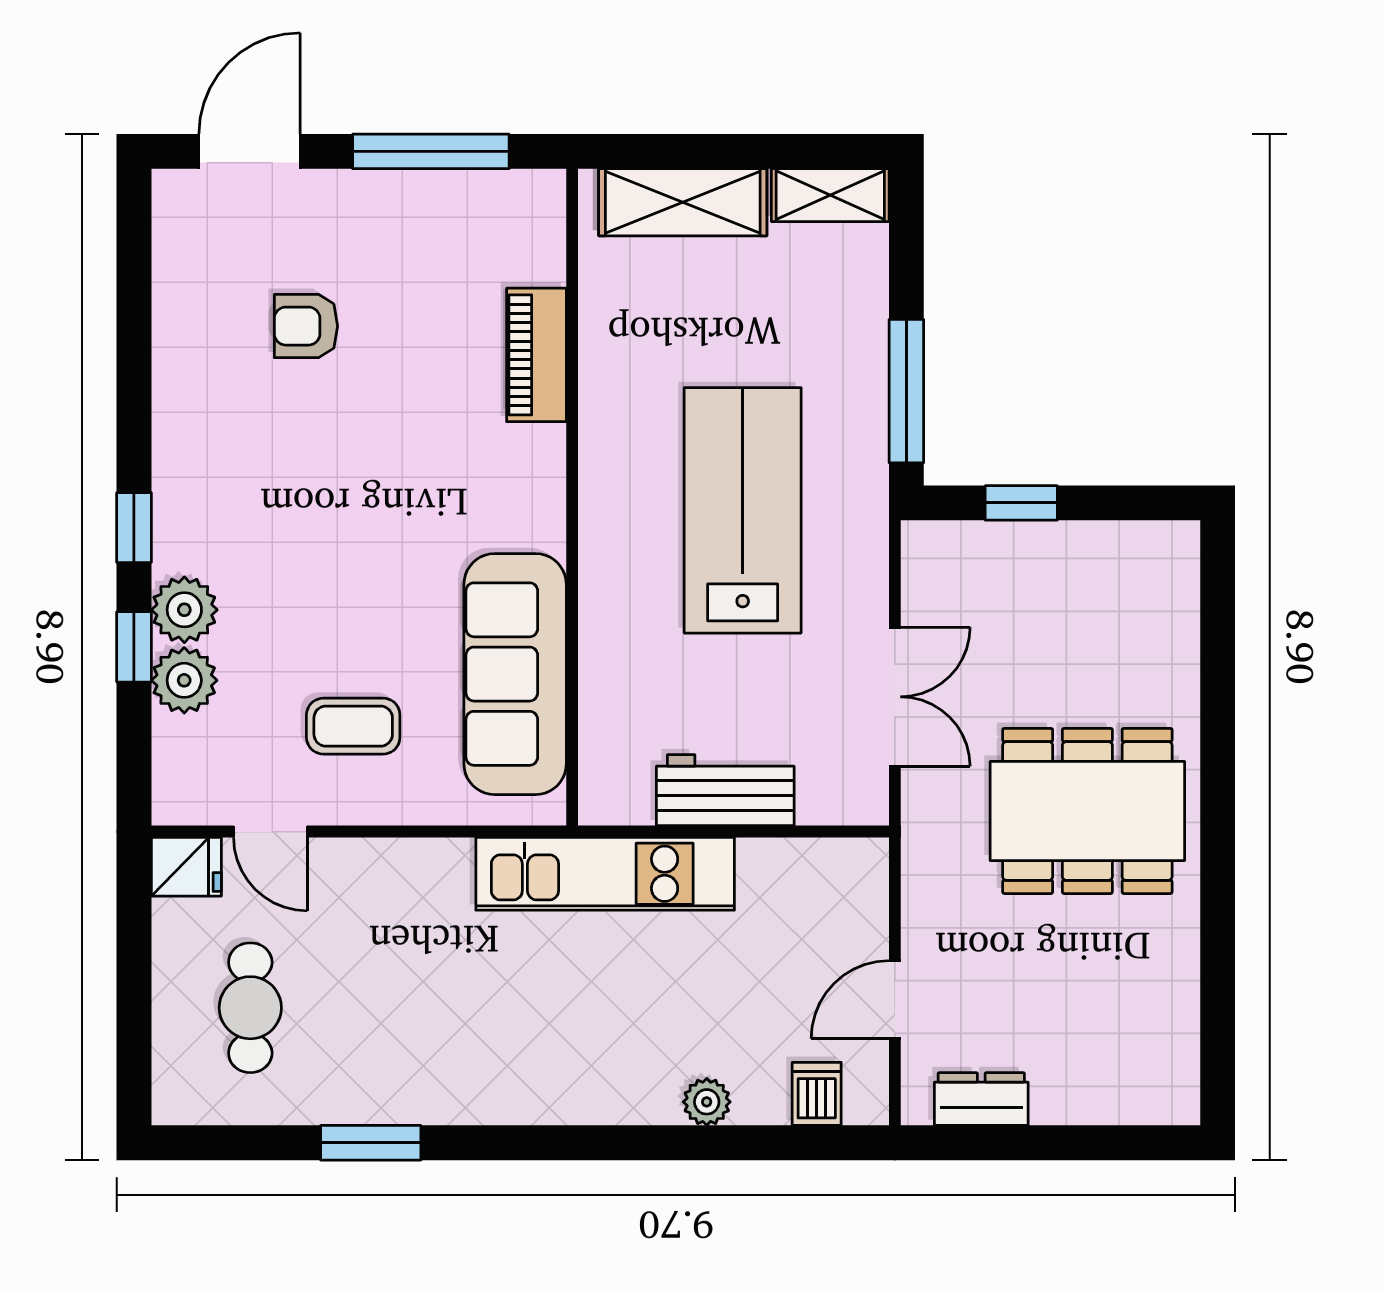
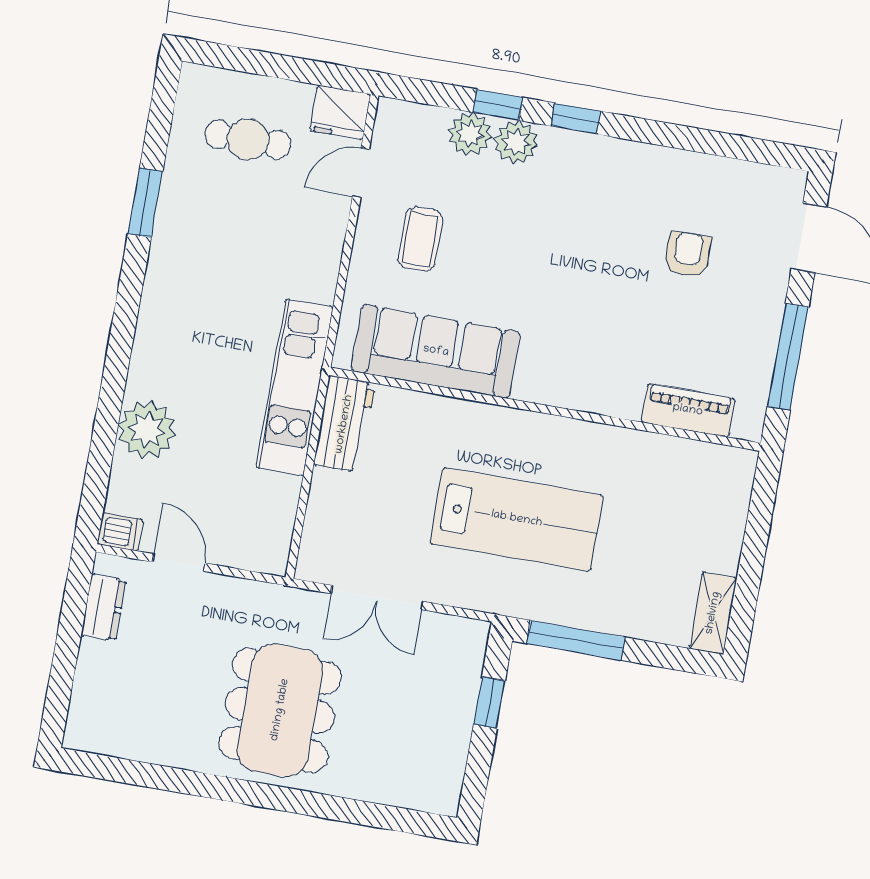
shelving: (683, 202) -> (725, 516), removed
piano: (536, 355) -> (688, 410), moved
workbench: (725, 790) -> (344, 424), moved
fridge: (186, 867) -> (340, 112), width x1.38
dishwasher: (817, 1094) -> (120, 532), moved
plant: (707, 1102) -> (147, 430), width x1.87, depth x1.87

